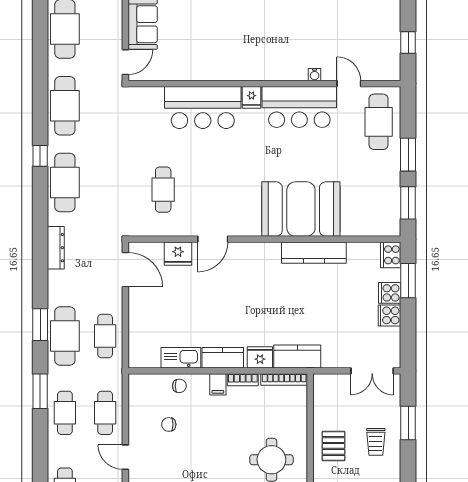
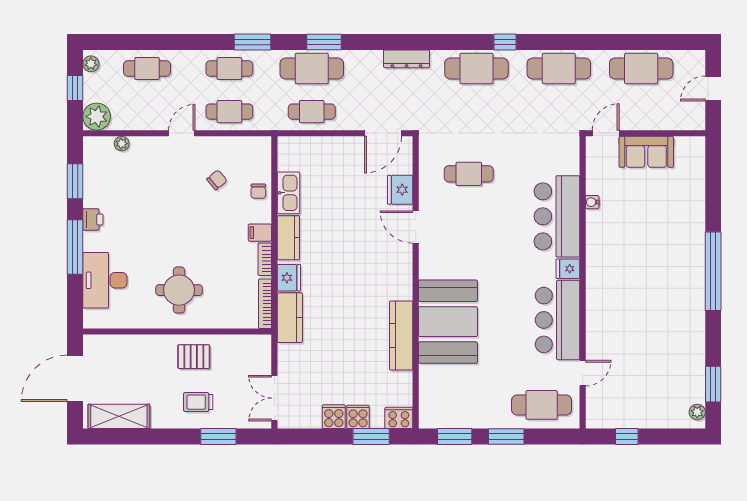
door: (125, 62) -> (606, 133), swing flipped
water cooler: (315, 75) -> (592, 202), moved
chair: (169, 424) -> (217, 180), turned 50

